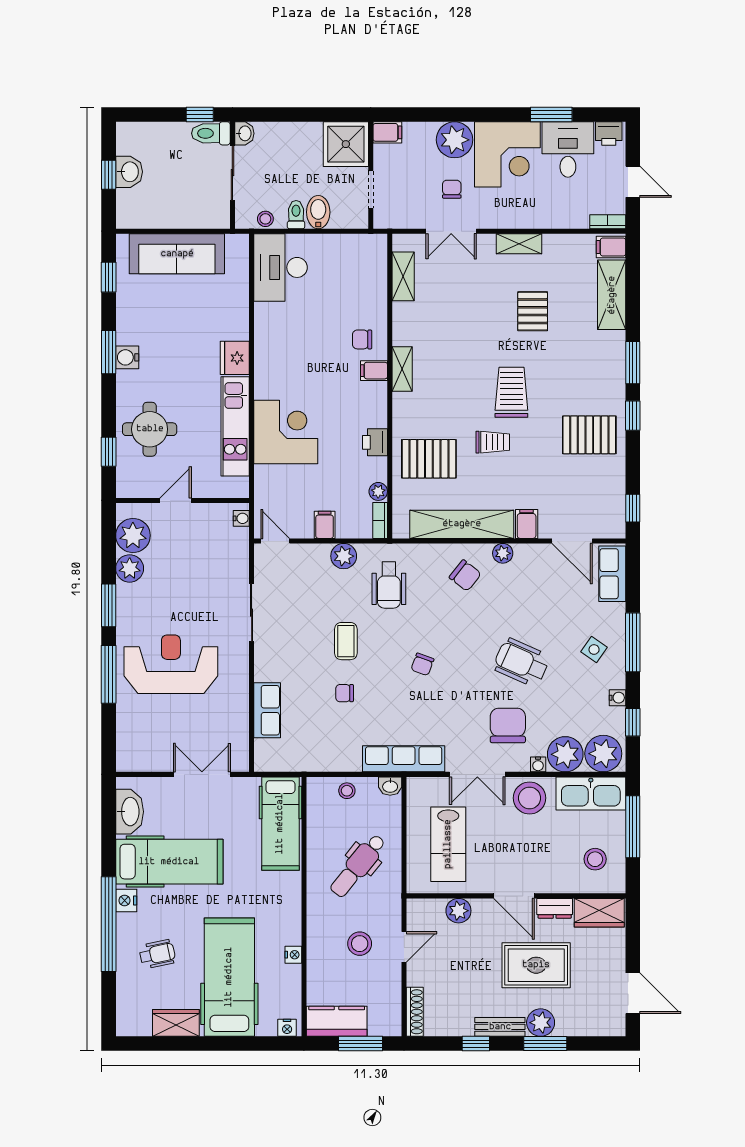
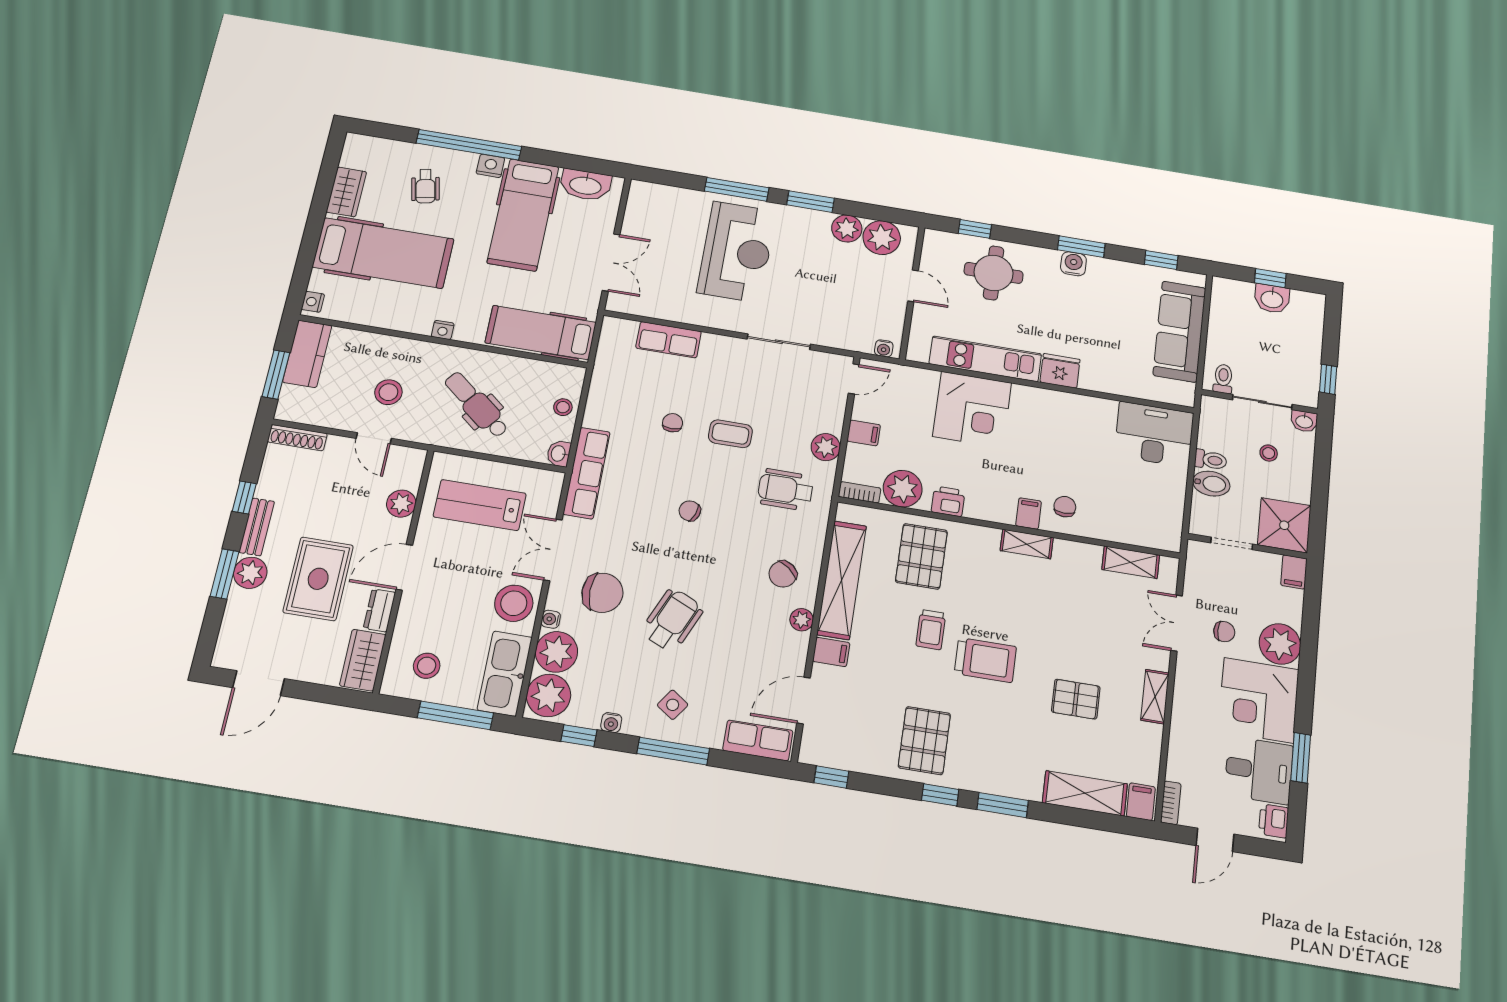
toilet: (211, 133) -> (1223, 379), moved, width x0.73, depth x0.72
stool: (265, 219) -> (1269, 453), moved
plant: (378, 491) -> (903, 489), width x1.88, depth x1.88
nightstand: (293, 955) -> (443, 330), moved

